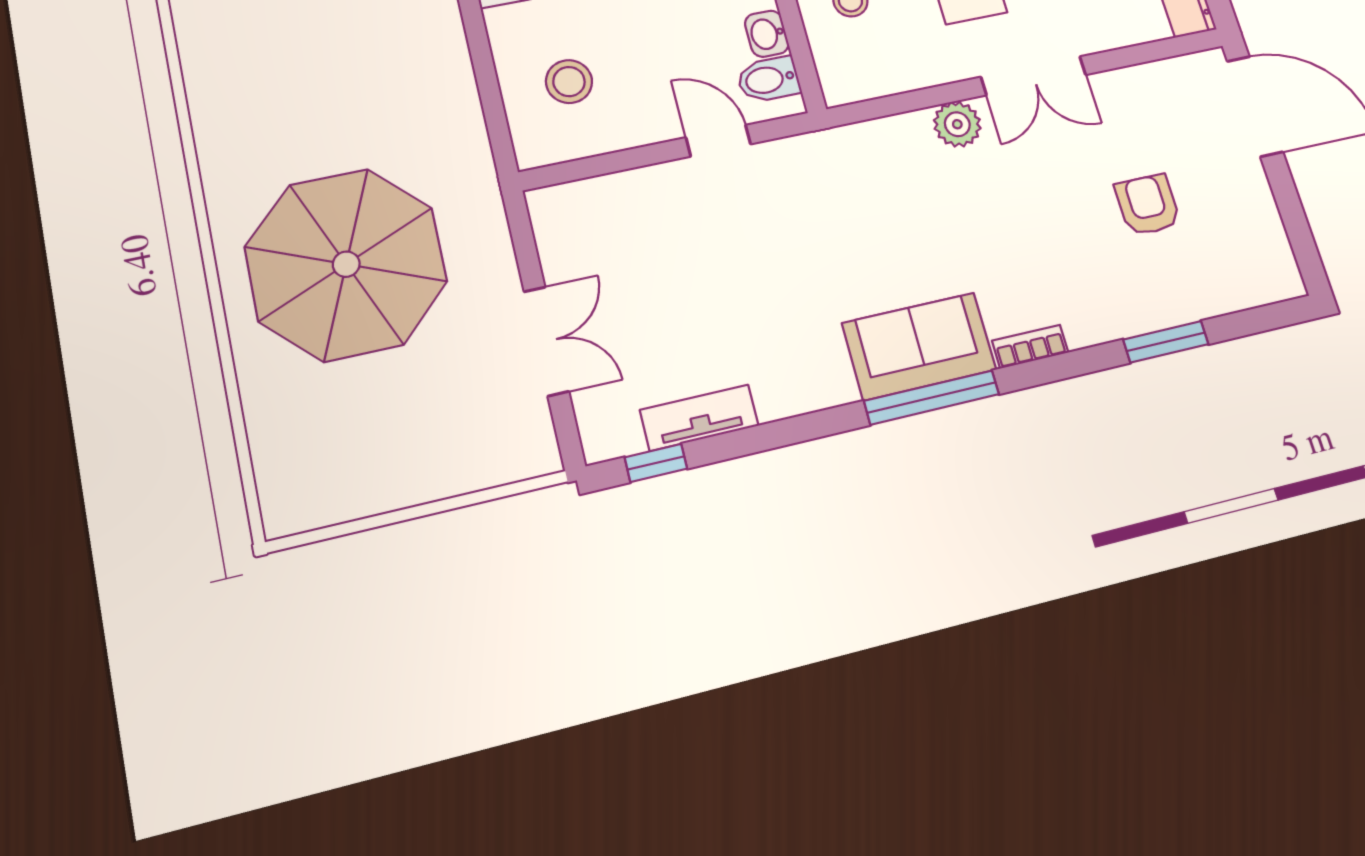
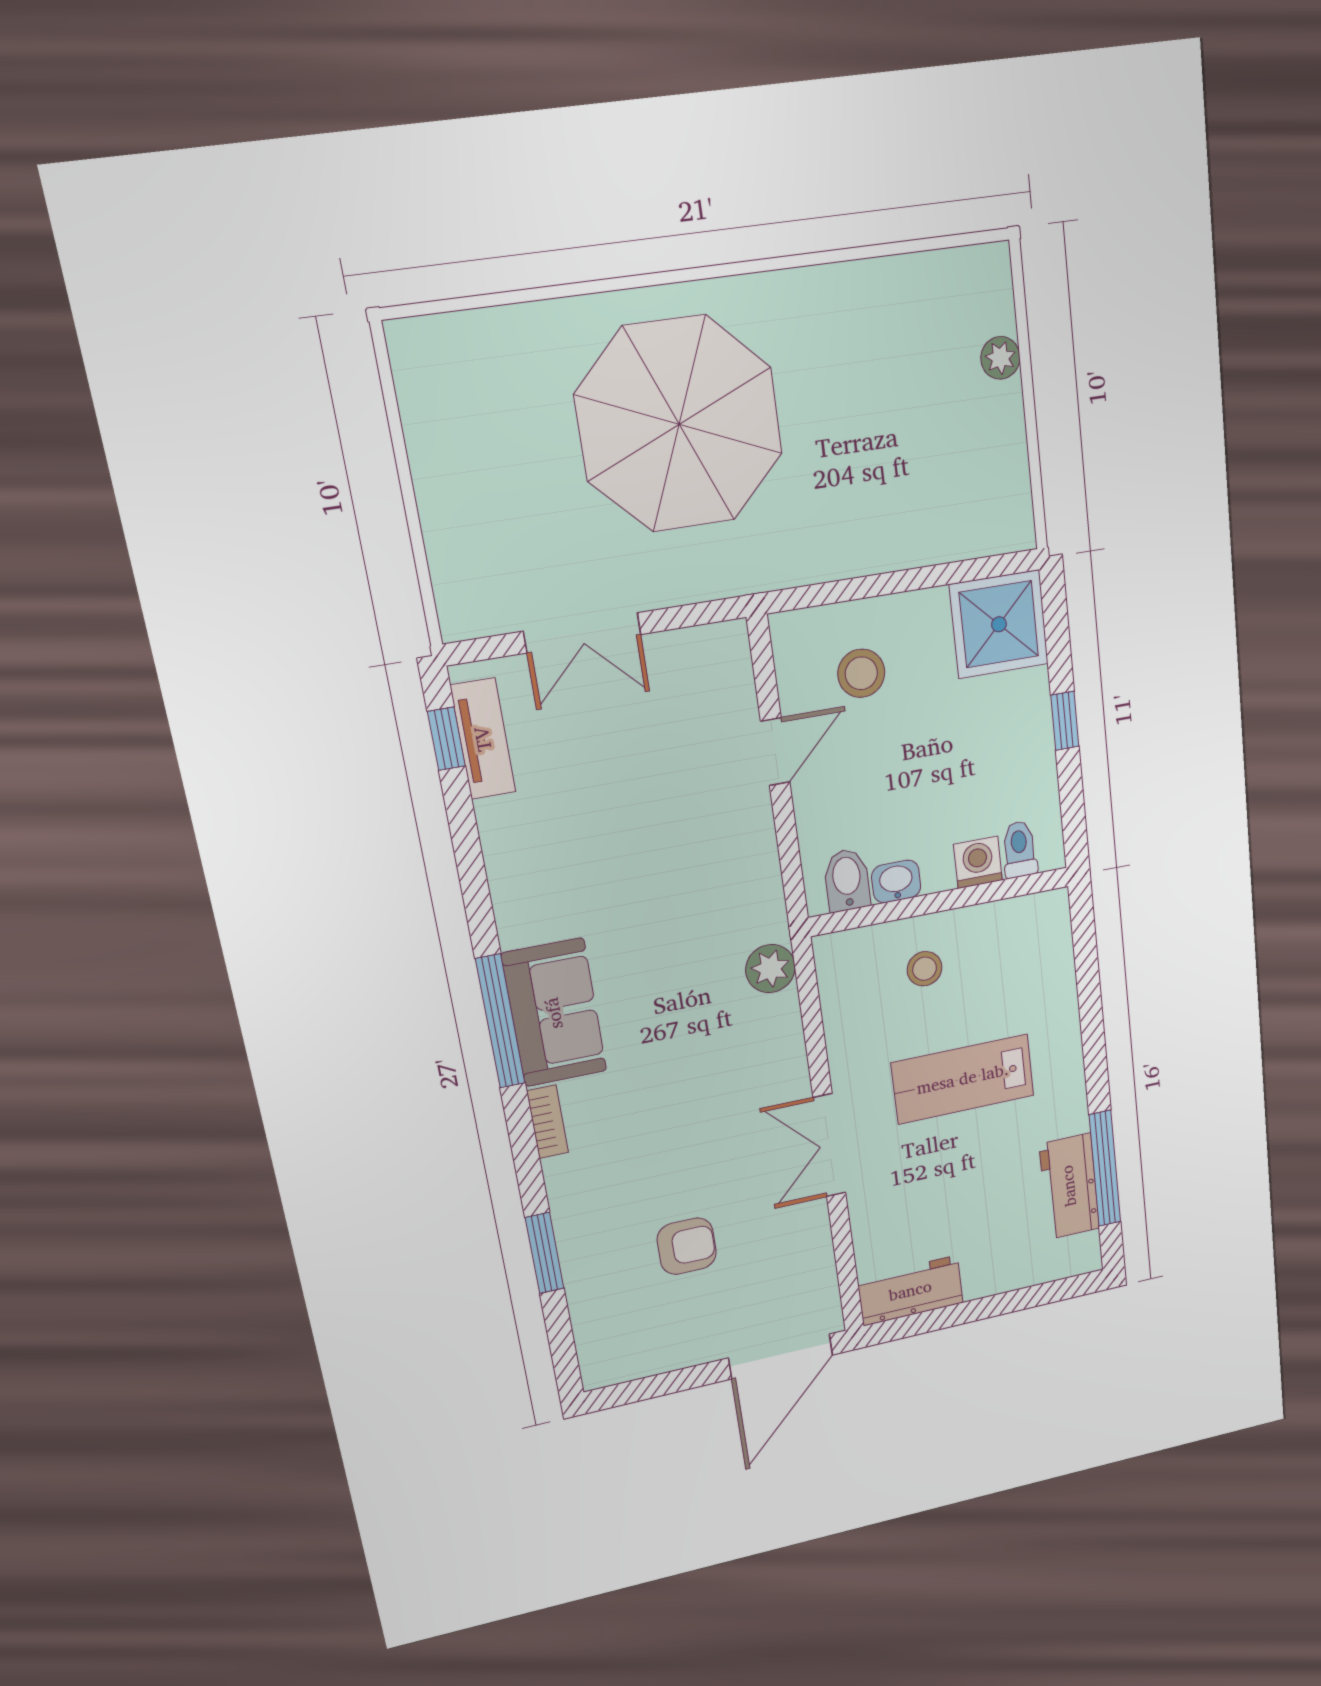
plant: (957, 124) -> (770, 969), moved
door: (718, 141) -> (775, 752), moved
tv unit: (699, 418) -> (483, 739), moved

